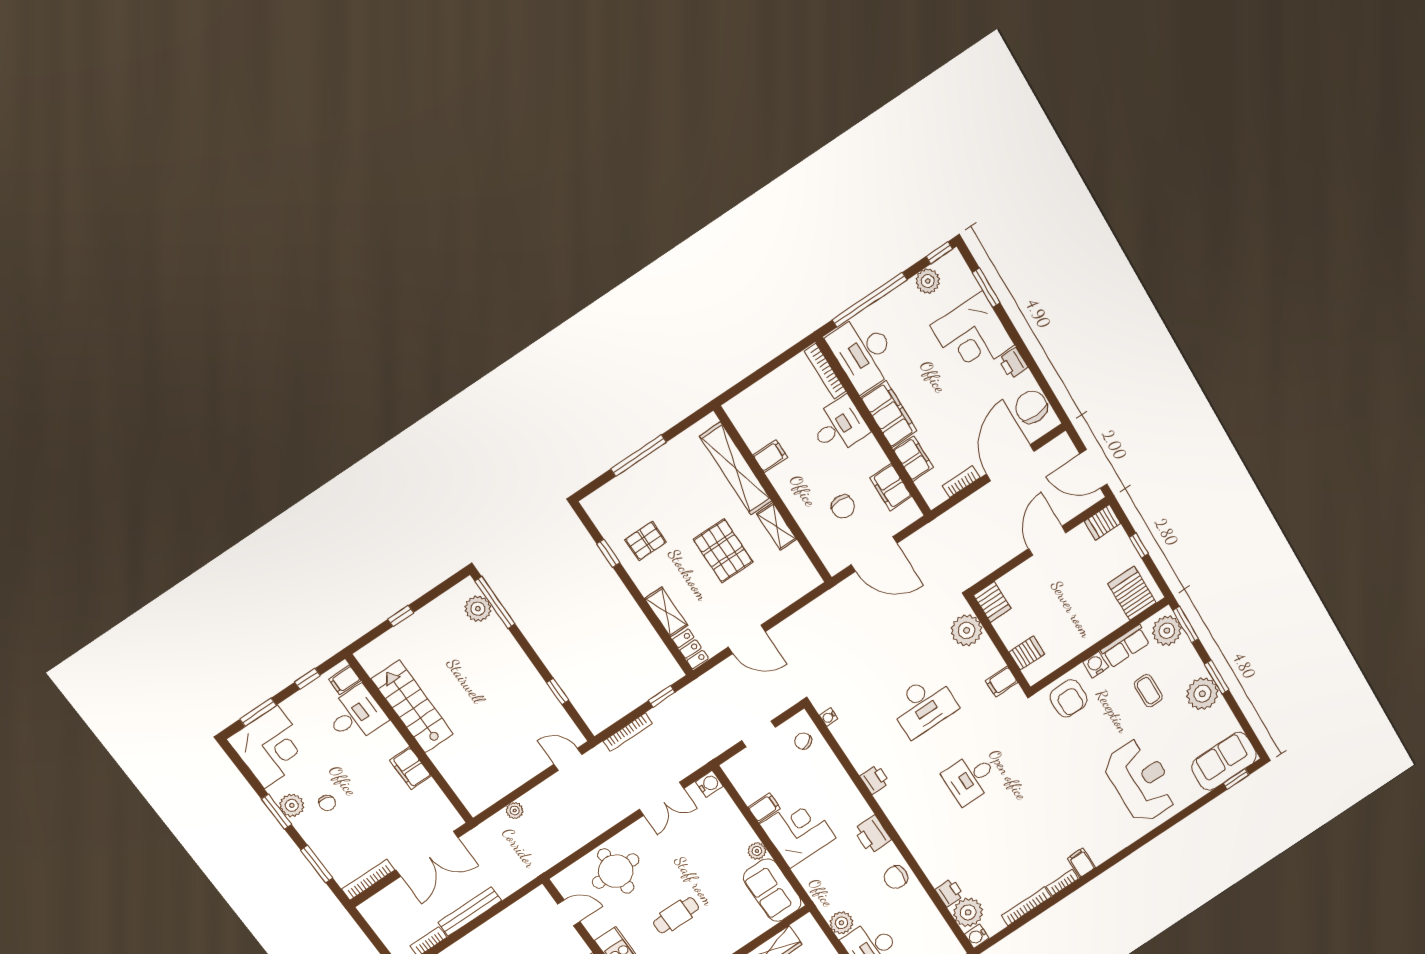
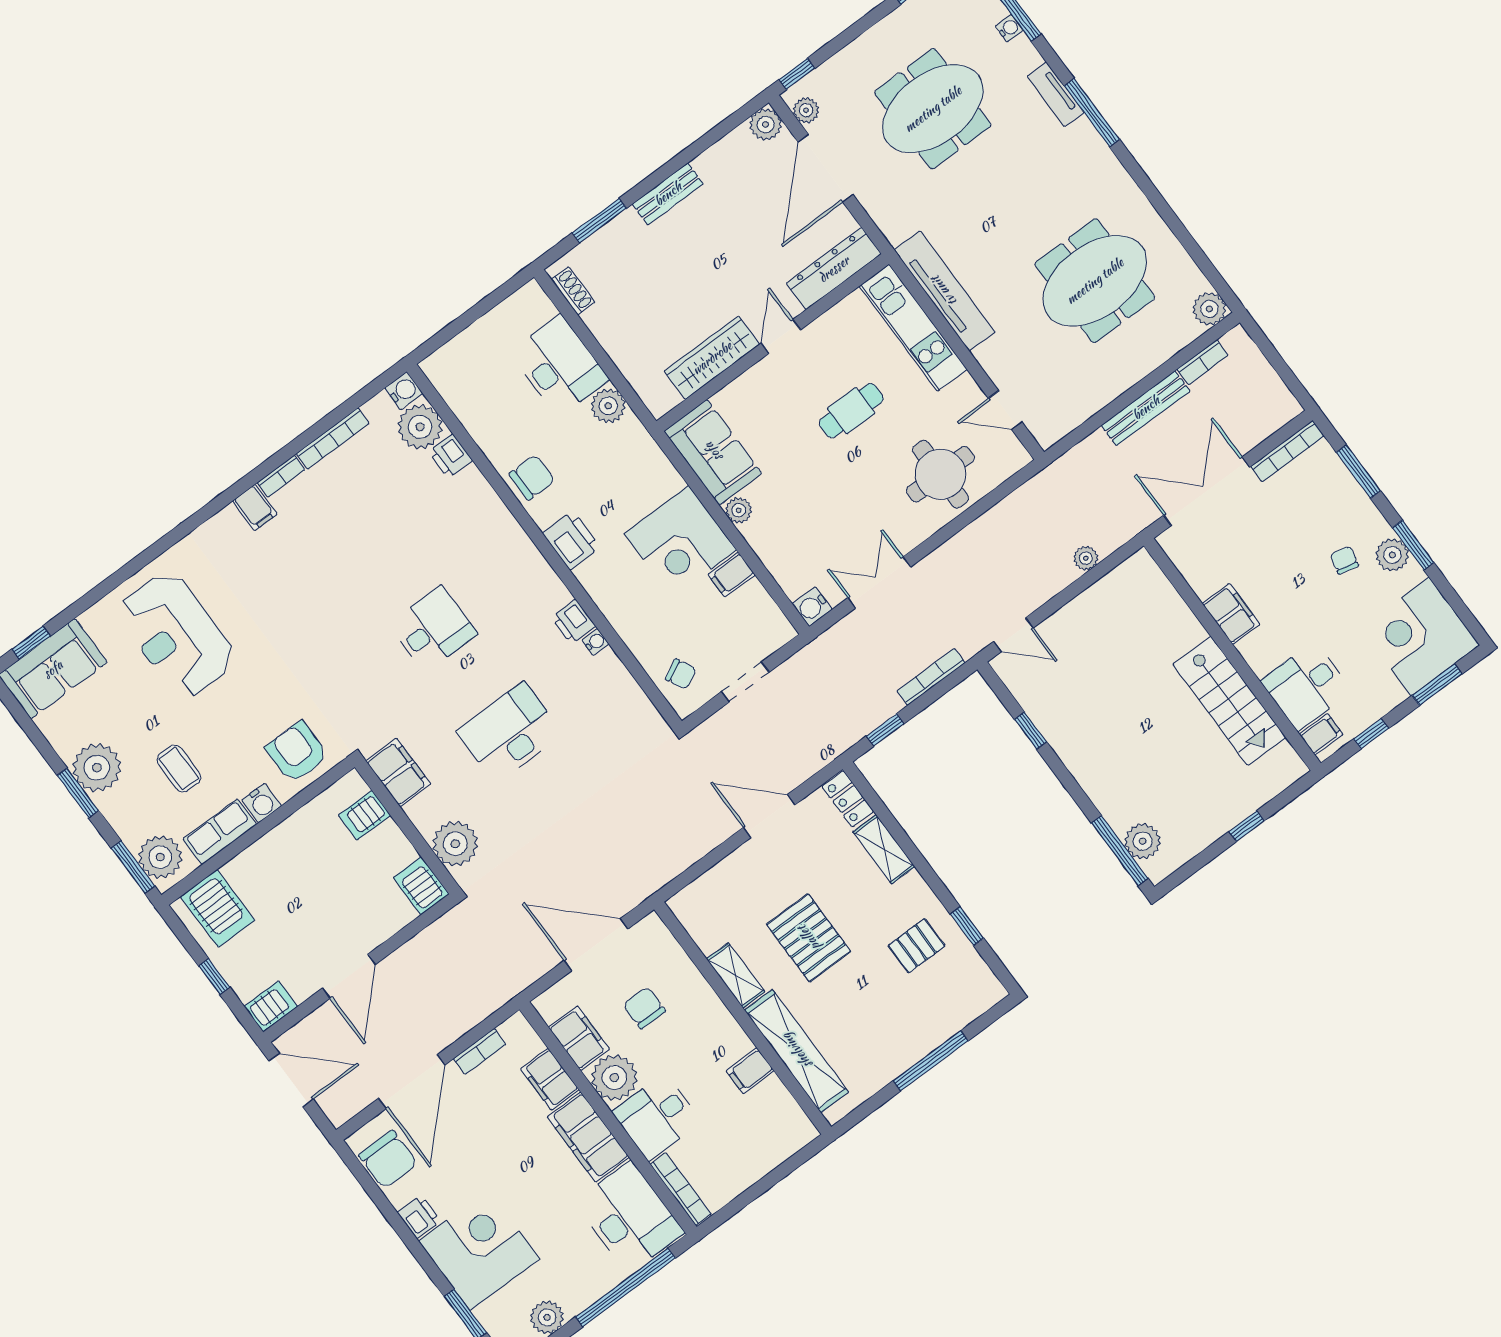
plant: (868, 457) -> (614, 1078), added
filing cabinet: (1002, 681) -> (398, 773), width x2.00
water cooler: (829, 717) -> (595, 642), moved

